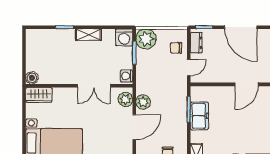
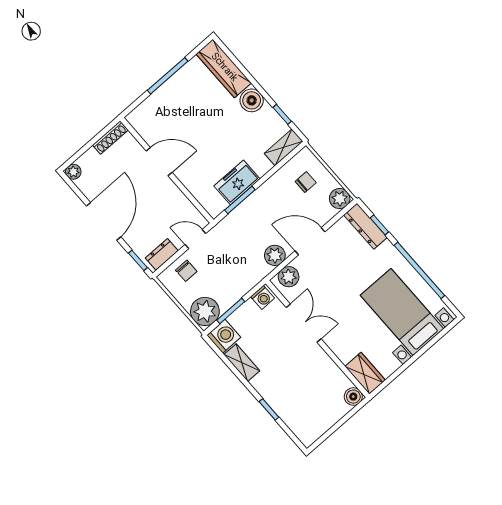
shelving: (88, 35) -> (242, 363), moved

